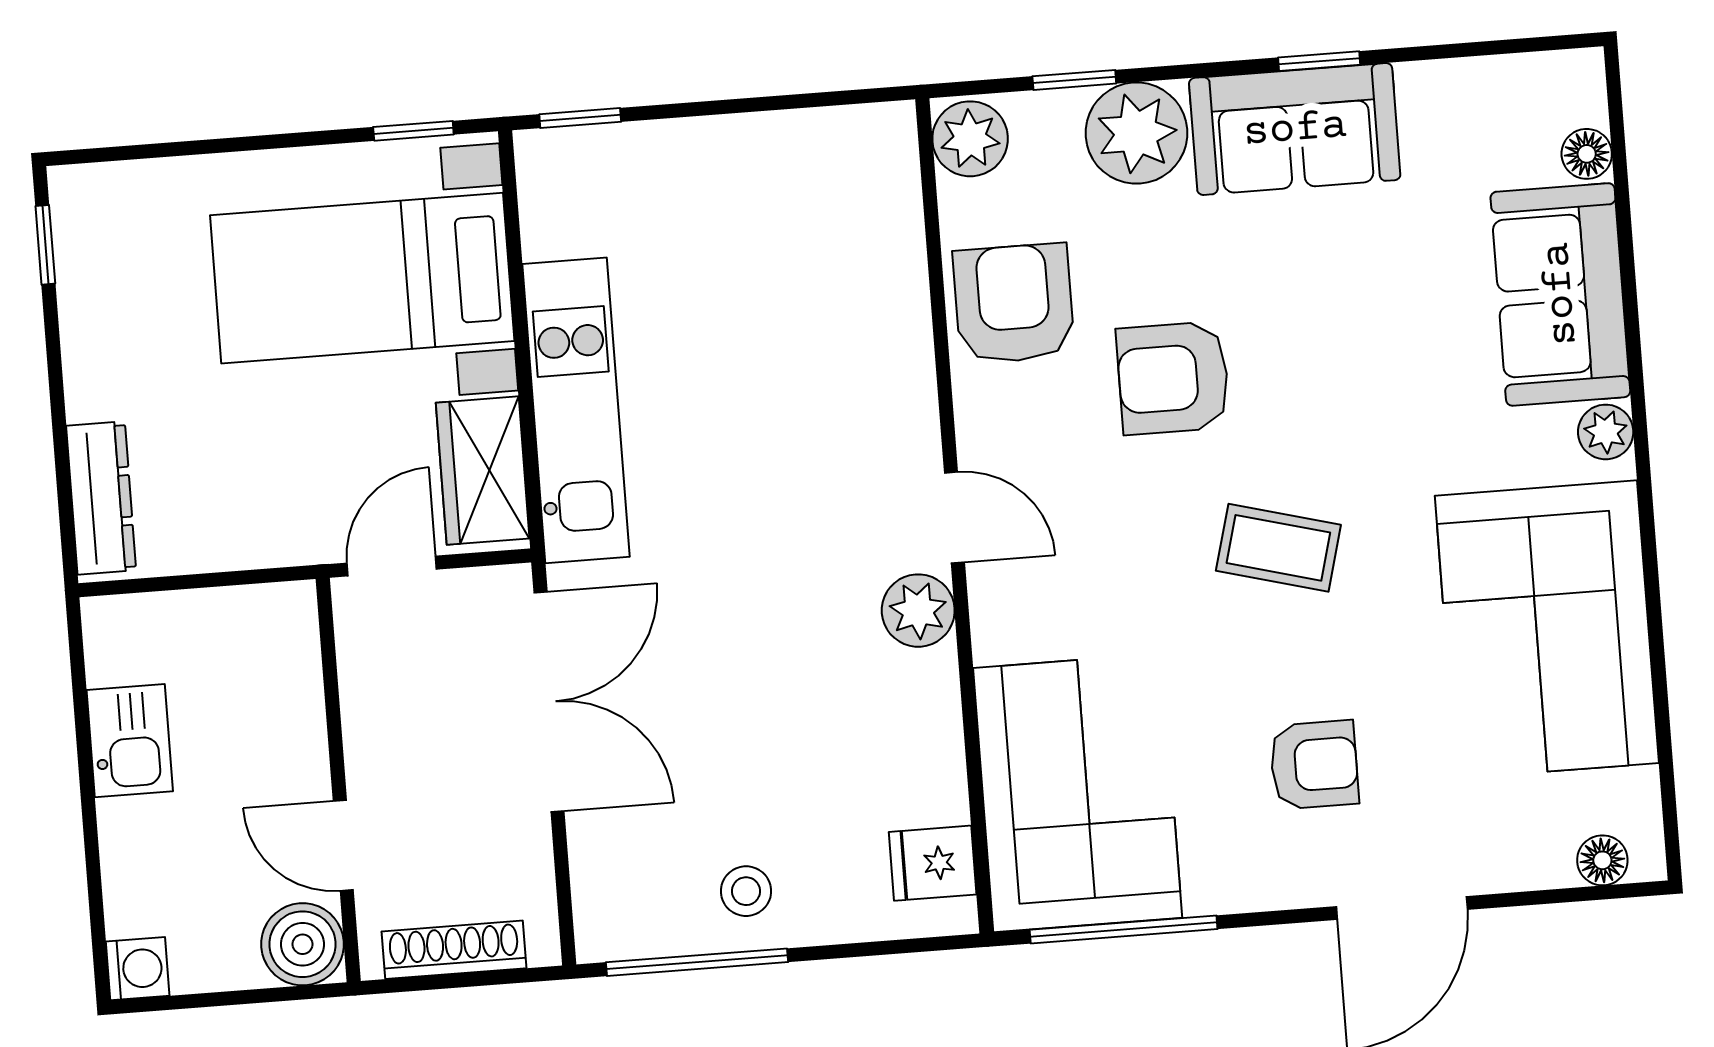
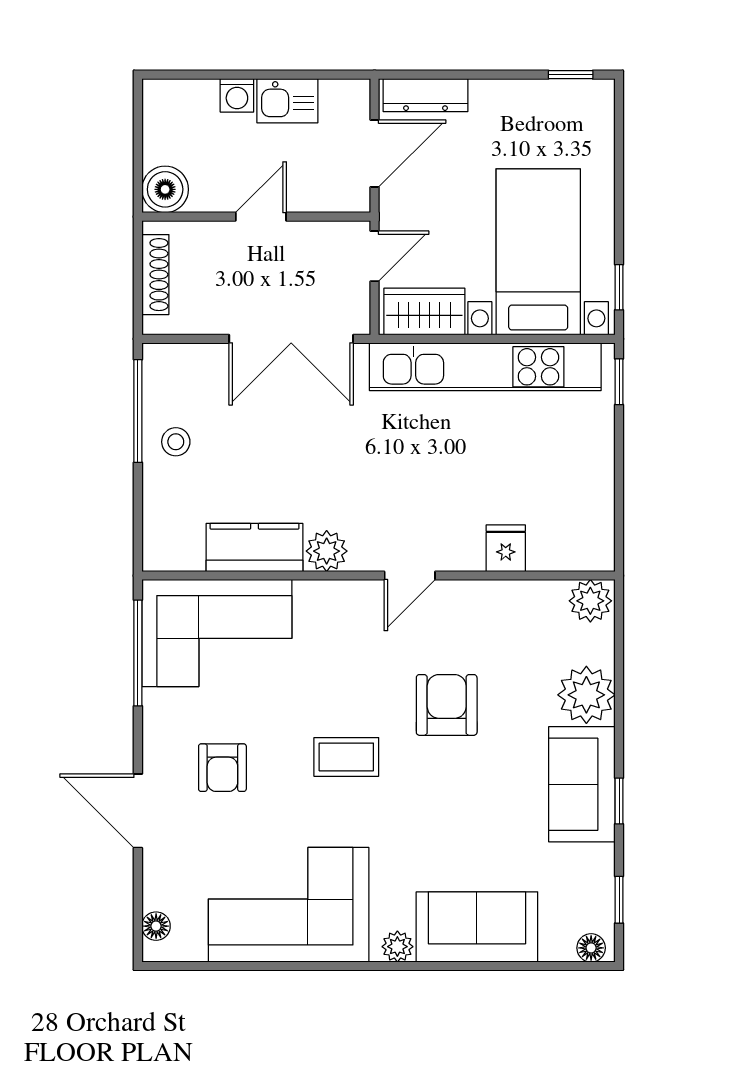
window: (1074, 80) -> (619, 900), moved
floor lamp: (1587, 154) -> (591, 948), moved
armchair: (1014, 304) -> (496, 618), removed
kitchen unit: (576, 410) -> (485, 367), width x1.36
door: (954, 517) -> (410, 576), moved
coffee table: (1278, 548) -> (346, 757), turned 75
door: (392, 566) -> (374, 256), hinge flipped
door: (211, 580) -> (374, 154), added
kitchen counter: (922, 738) -> (255, 547), added
door: (343, 846) -> (261, 217), moved
fridge: (933, 863) -> (506, 548), moved
washing machine: (138, 969) -> (237, 95), moved

